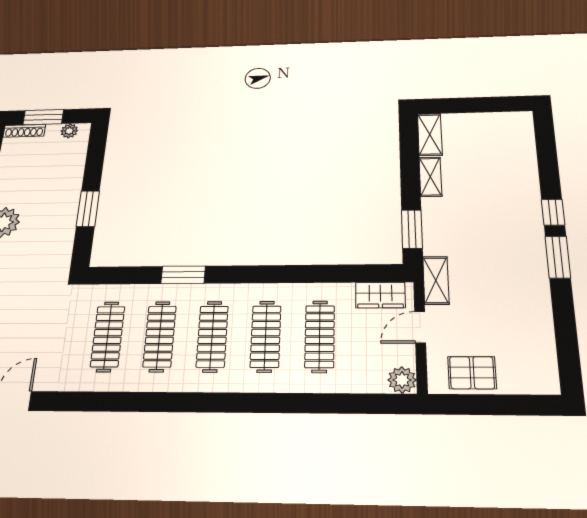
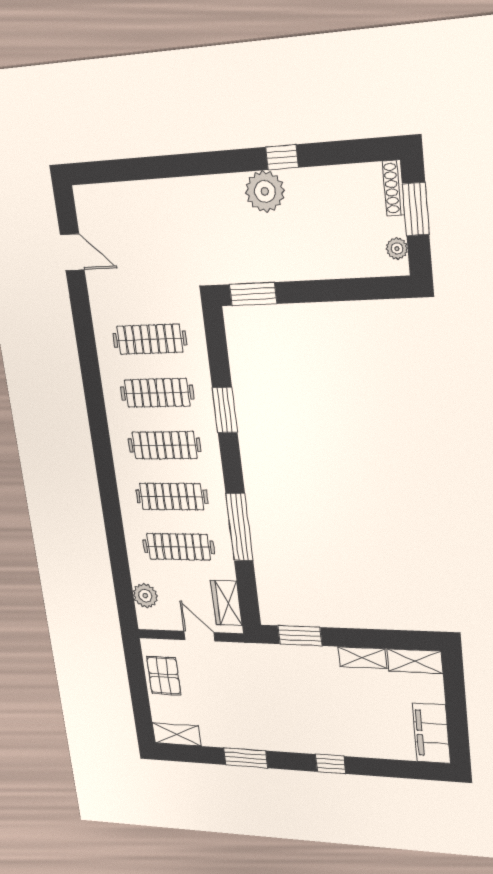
filing cabinet: (503, 125) -> (431, 733), added
window: (88, 209) -> (253, 294), moved
window: (558, 257) -> (246, 758), moved
window: (299, 274) -> (239, 527), added
shelving: (436, 280) -> (177, 734), moved
plant: (402, 380) -> (145, 596), moved

